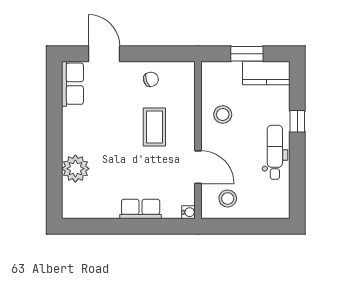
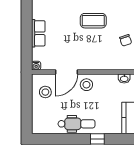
washbasin: (208, 81) -> (124, 79), added
stool: (223, 115) -> (86, 85), moved
coffee table: (154, 127) -> (93, 21), moved

